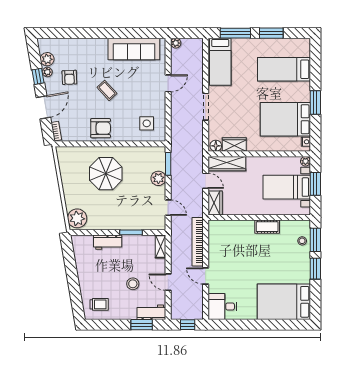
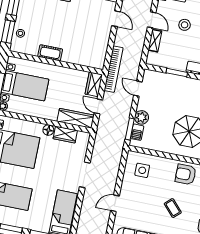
floor lamp: (216, 146) -> (48, 130), moved
barbecue: (160, 162) -> (137, 132), added
bookcase: (198, 242) -> (114, 69), moved
shelving: (160, 247) -> (155, 41), moved

